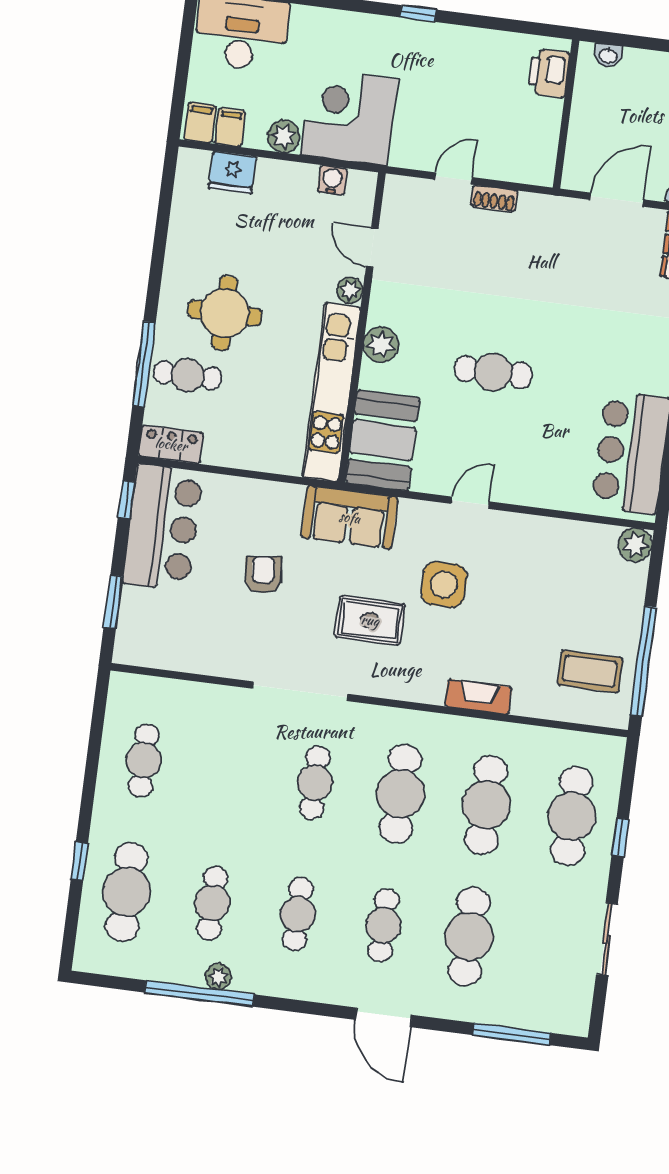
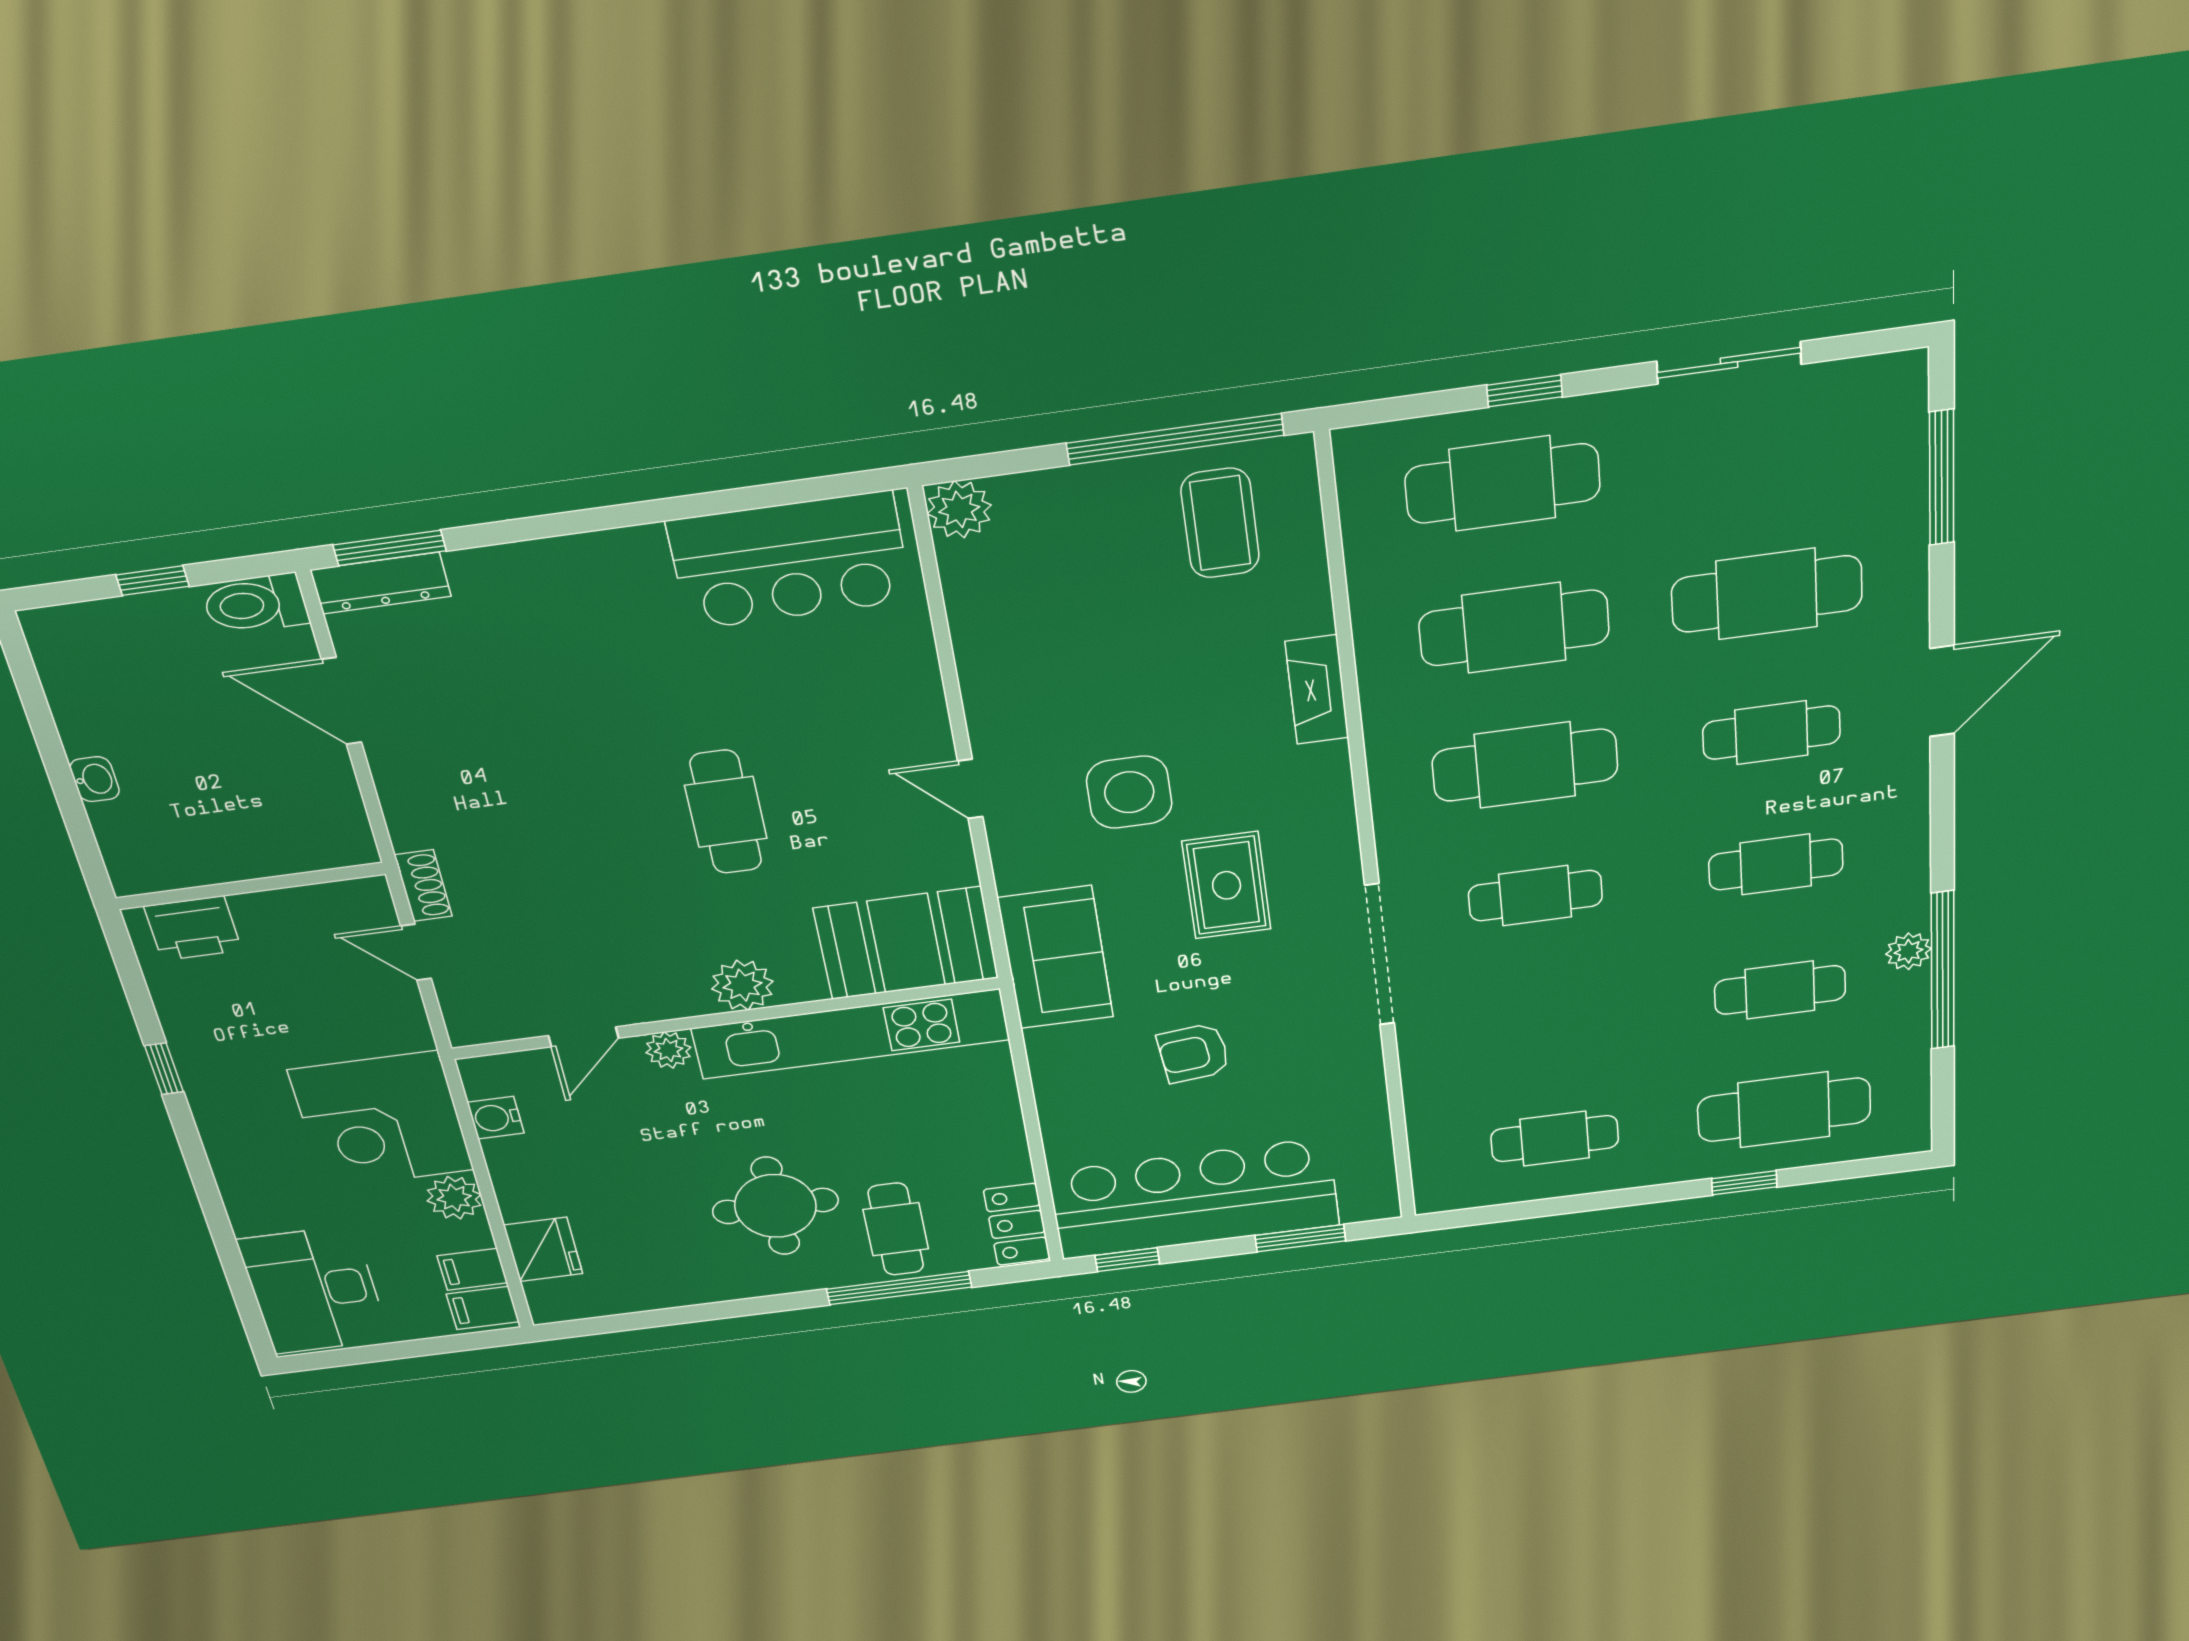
printer: (549, 73) -> (193, 928), moved
wall: (566, 114) -> (250, 886), moved
bar counter: (163, 527) -> (1194, 1199), width x1.36

